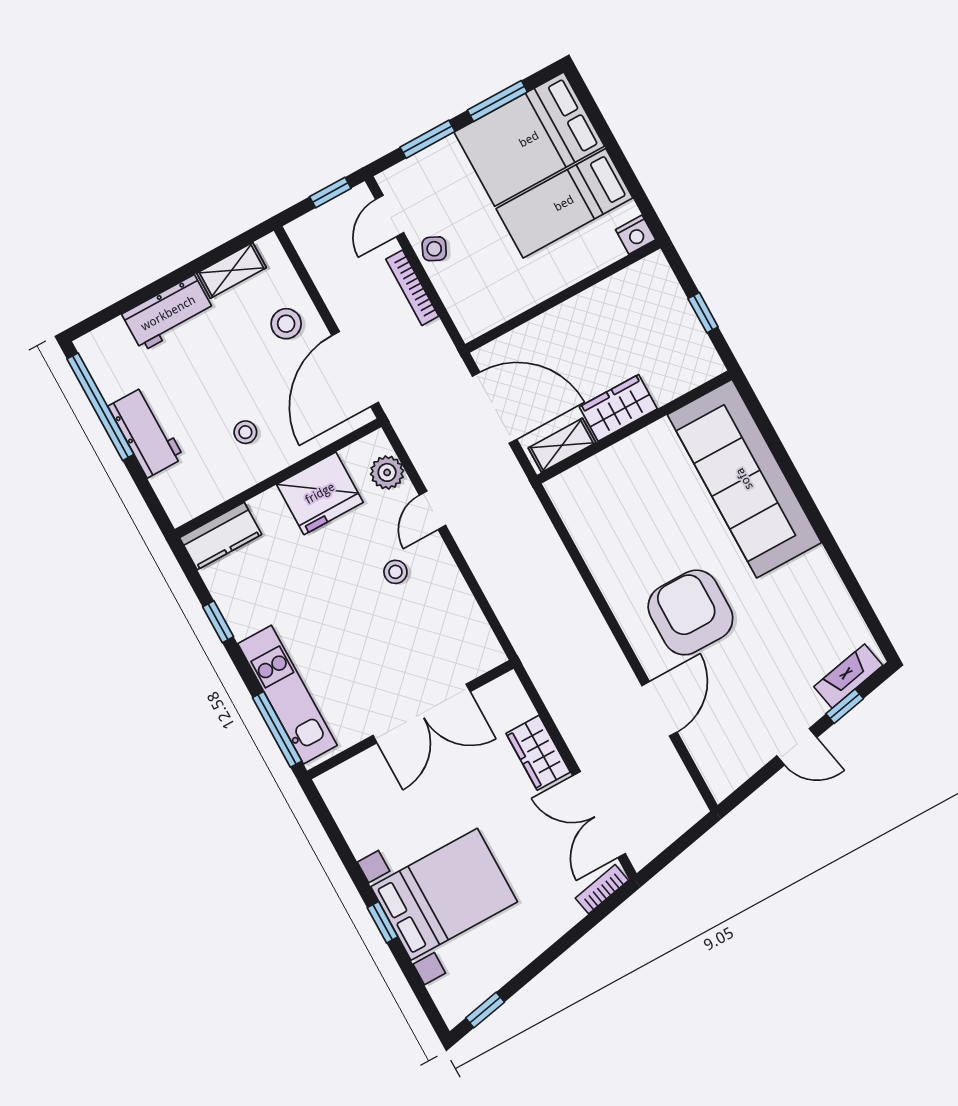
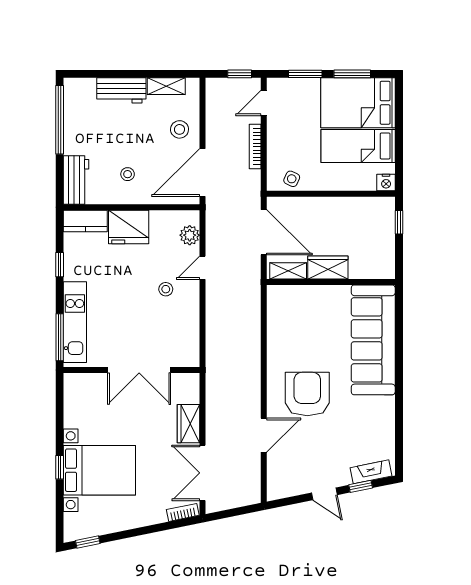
side table: (434, 249) -> (292, 179), moved
window: (703, 313) -> (399, 222), moved
workbench: (146, 432) -> (76, 180), moved
fridge: (320, 493) -> (129, 227), moved

